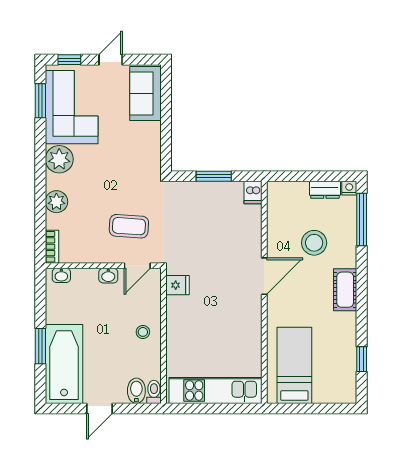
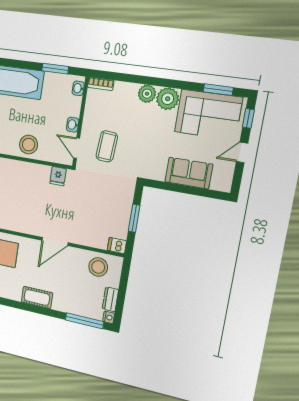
door: (111, 60) -> (242, 152), swing flipped
sofa: (145, 93) -> (189, 173), moved
plant: (56, 202) -> (147, 94), moved
stool: (314, 243) -> (98, 267), moved
door: (264, 276) -> (55, 241), hinge flipped
stool: (143, 332) -> (29, 145), width x1.89, depth x1.89
window: (40, 346) -> (55, 69), moved

